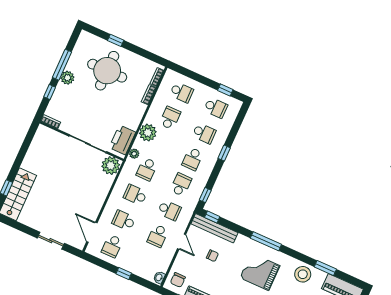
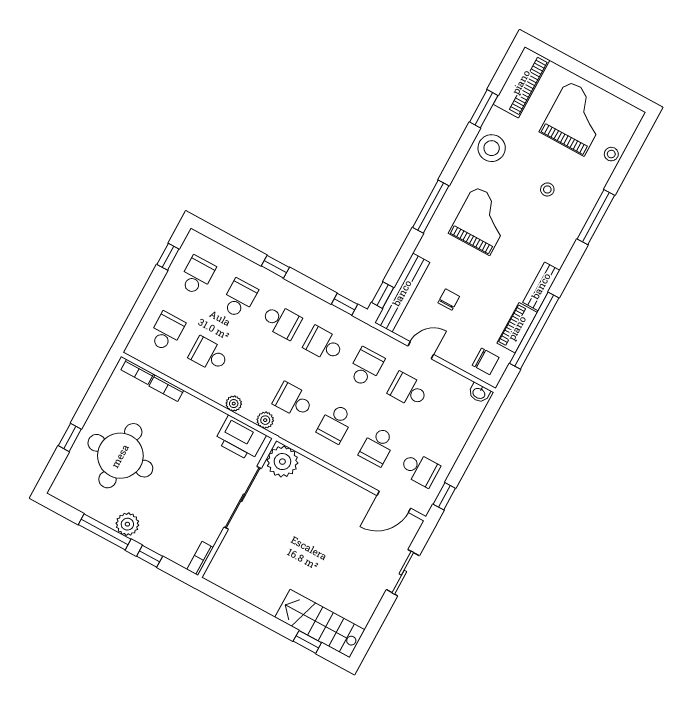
plant: (148, 133) -> (234, 404), width x0.53, depth x0.53
school desk: (147, 169) -> (293, 400), turned 180
school desk: (158, 236) -> (408, 390), turned 180
grand piano: (260, 272) -> (482, 221), turned 180
window: (124, 274) -> (444, 496), moved

